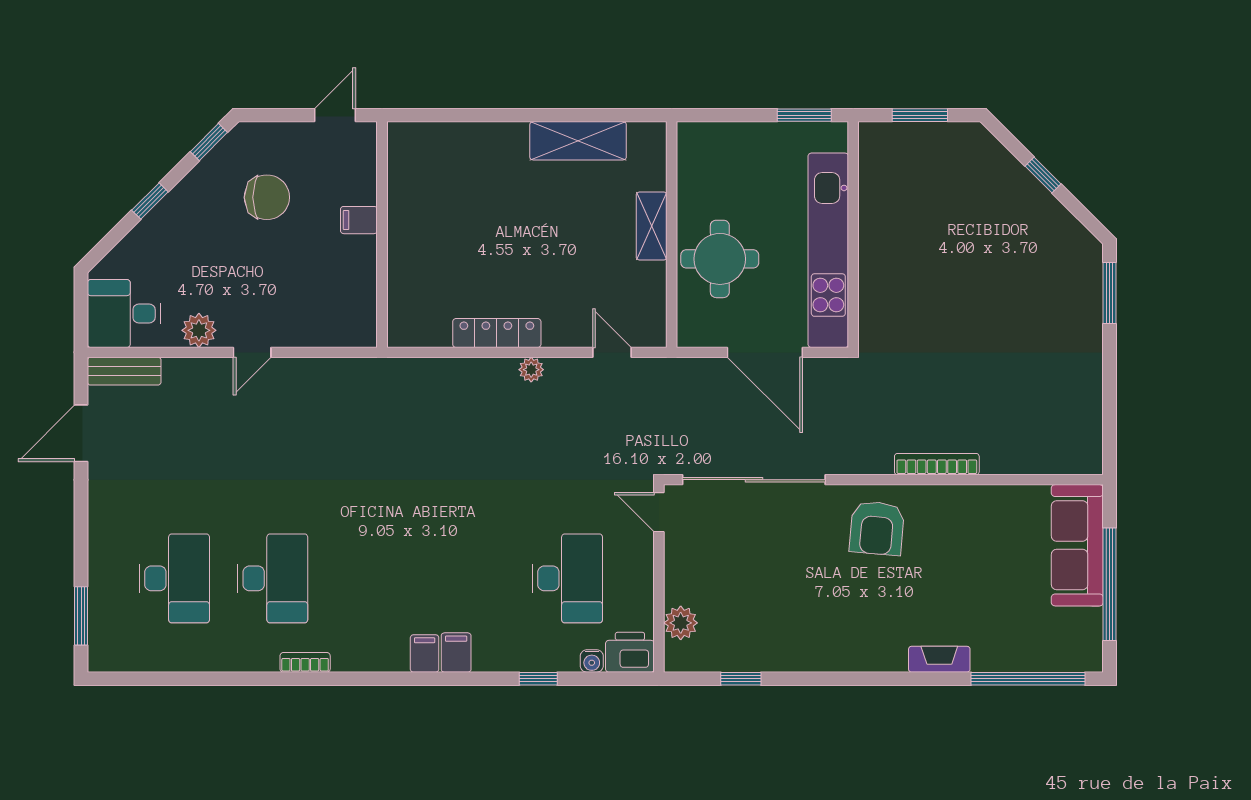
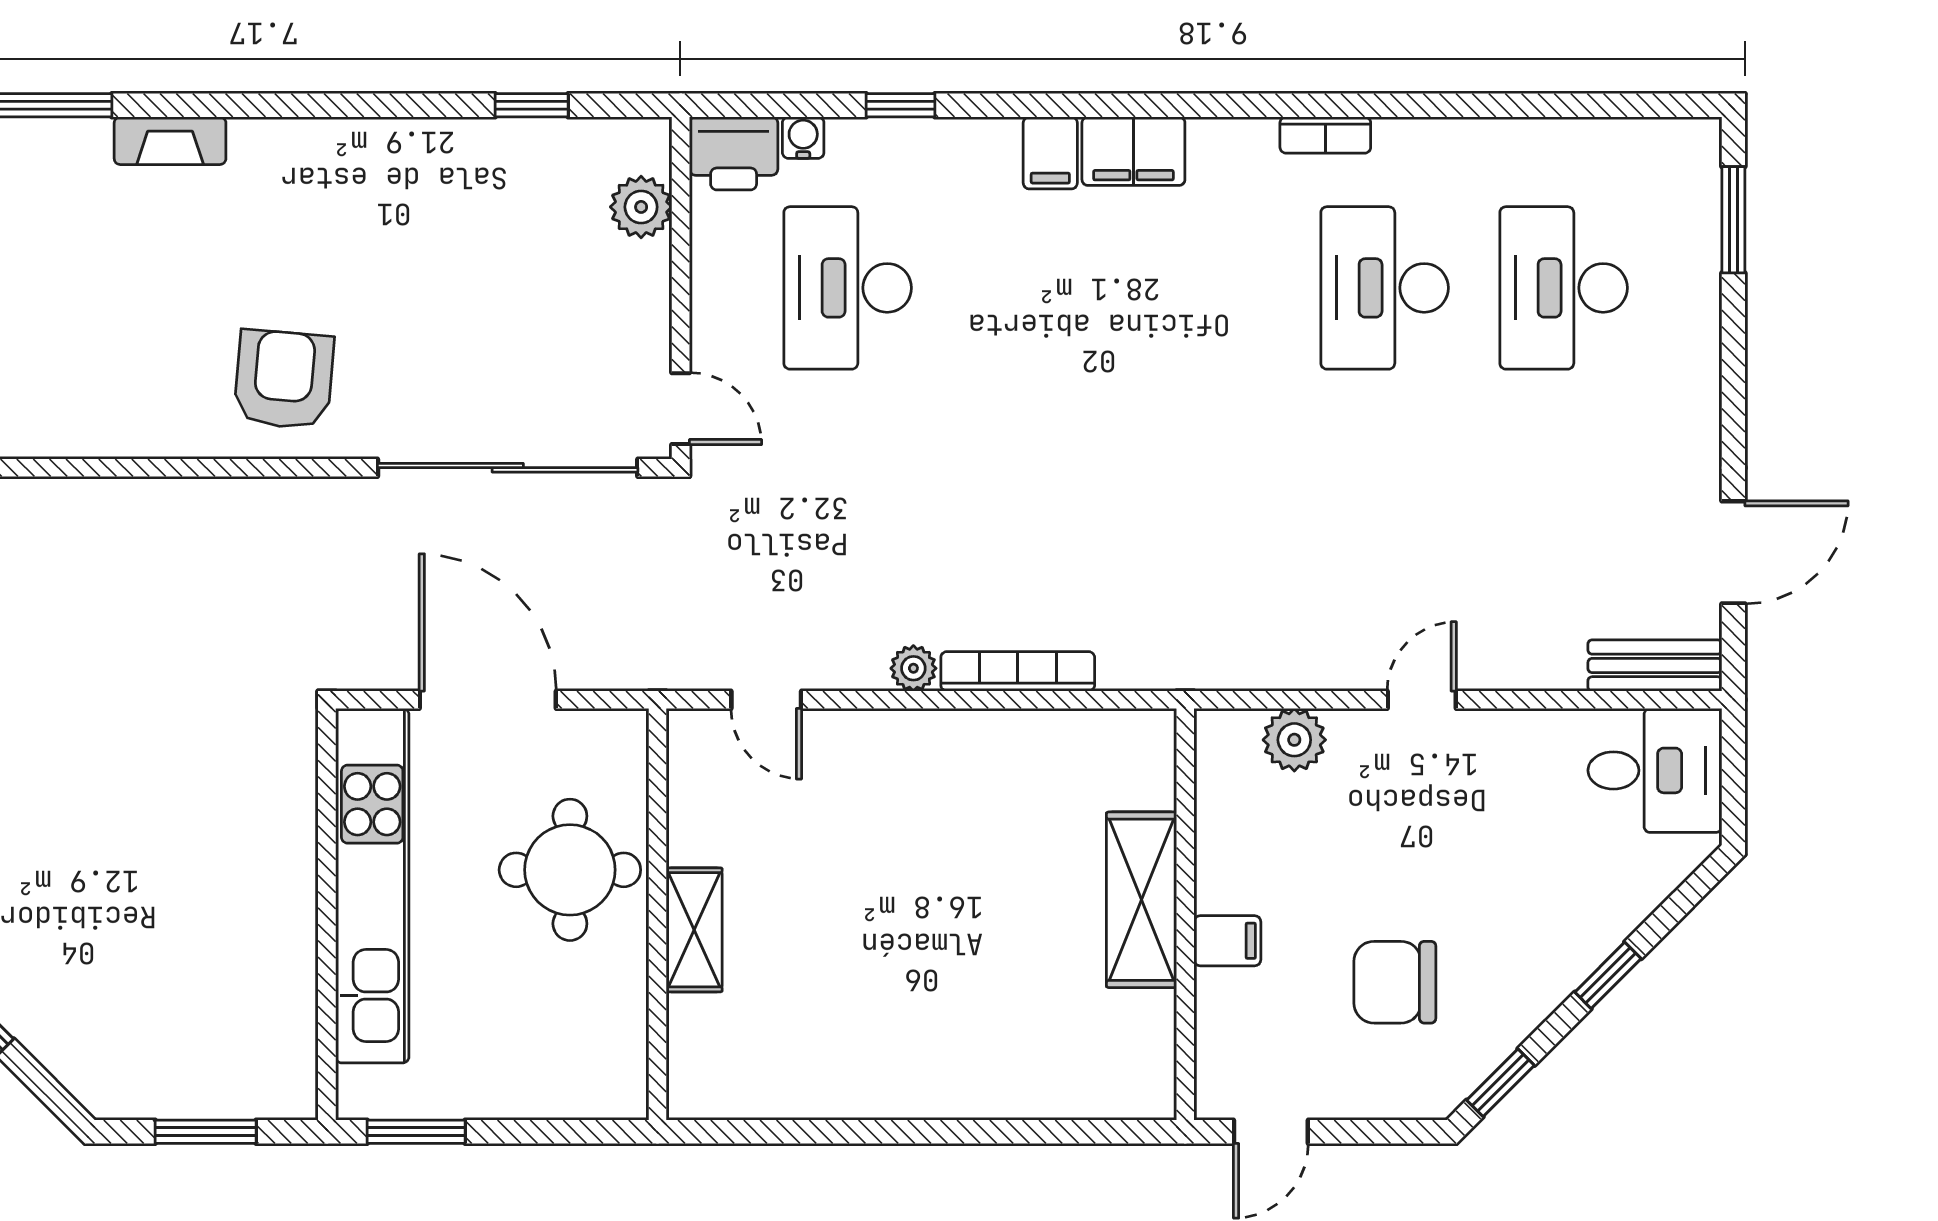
shelving: (578, 141) -> (1141, 900), moved, turned 90
plant: (199, 330) -> (1294, 740), moved
locker: (497, 333) -> (976, 735), removed
bookcase: (937, 464) -> (1018, 671), moved, turned 180
filing cabinet: (425, 653) -> (1133, 151), width x2.00

